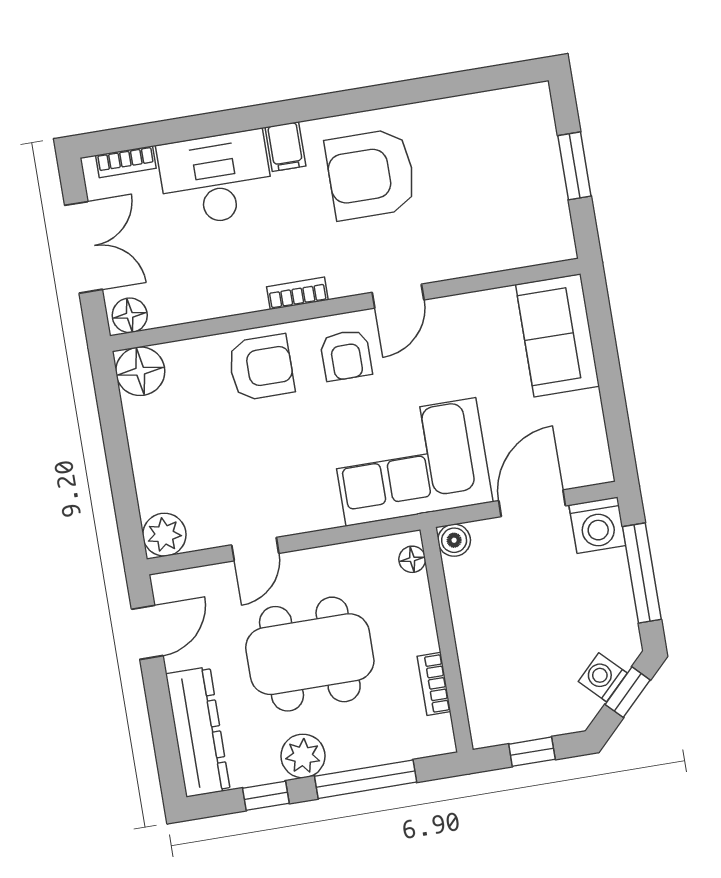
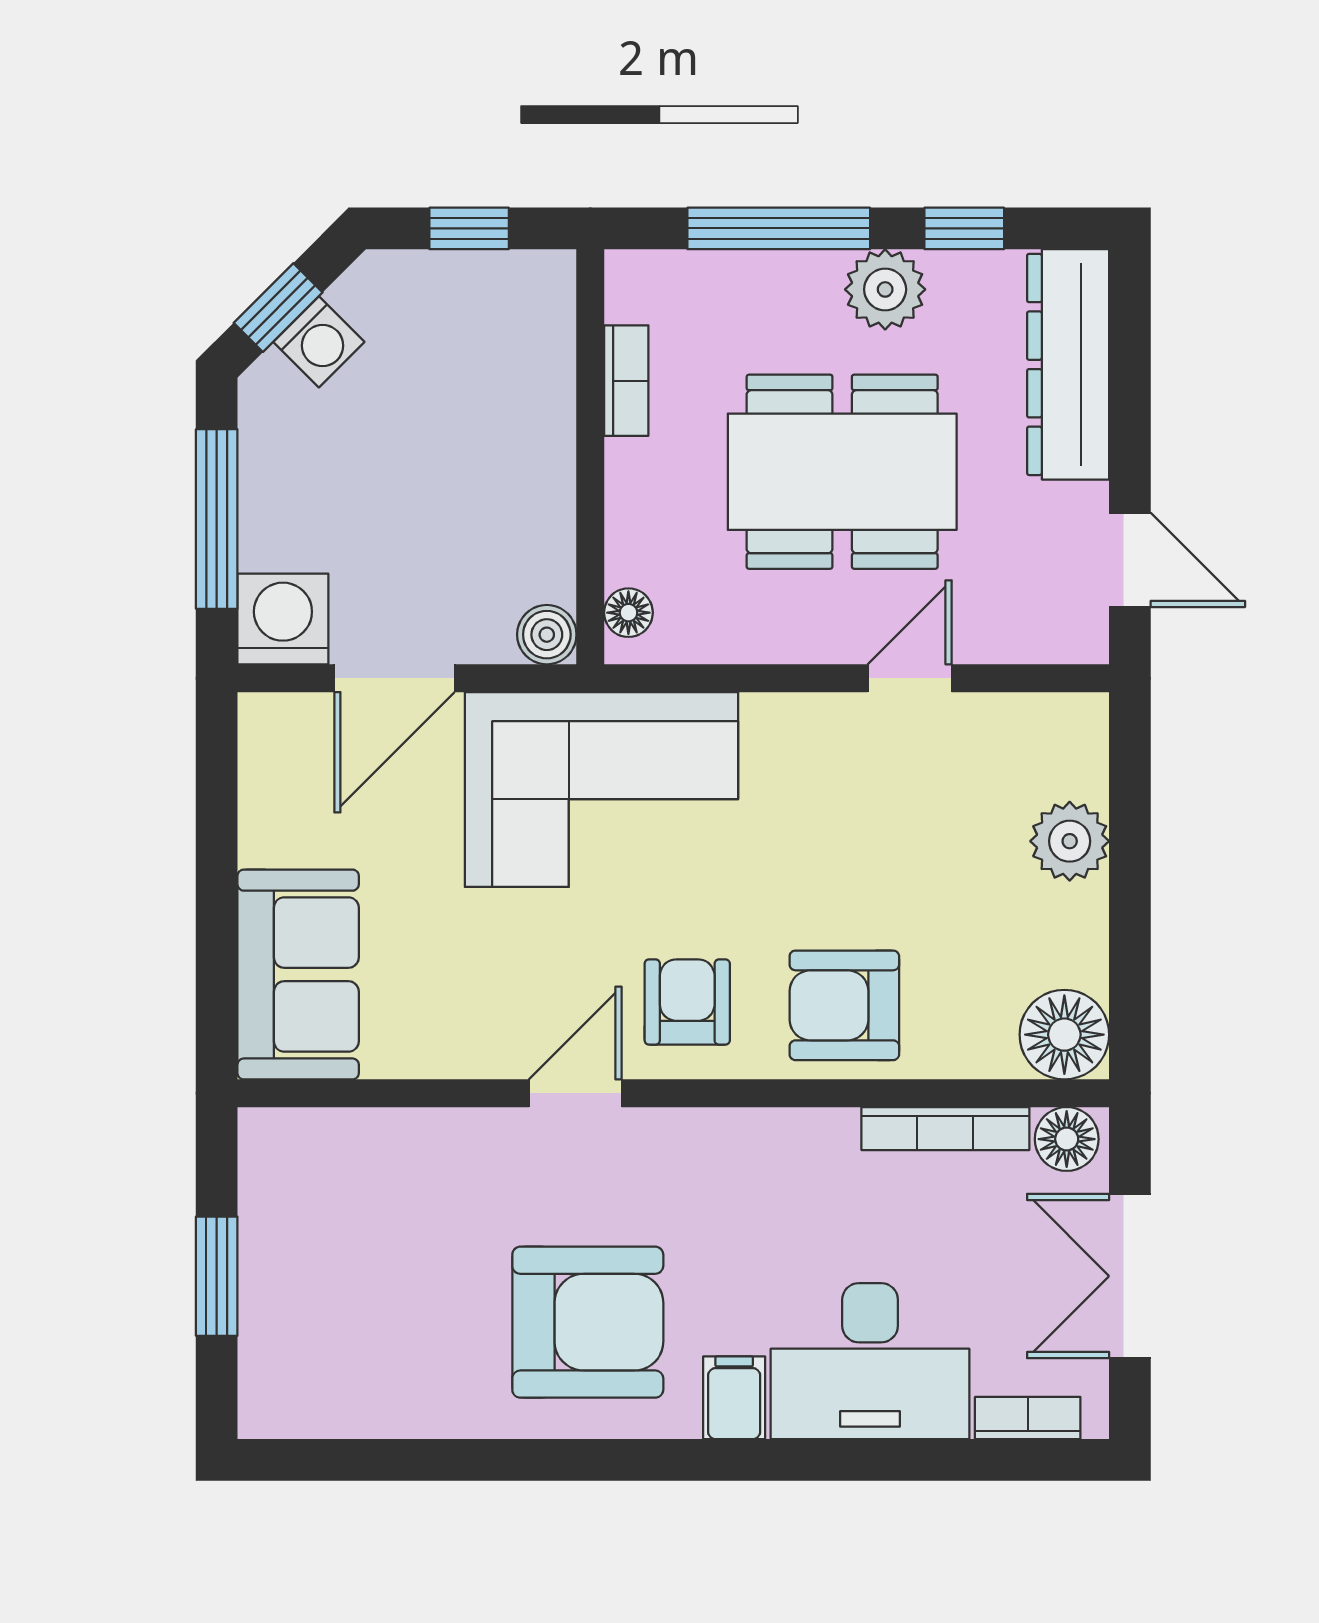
bookcase: (297, 293) -> (945, 1129), moved, width x1.56
plant: (164, 535) -> (1070, 841), moved
door: (147, 632) -> (1130, 560), swing flipped

